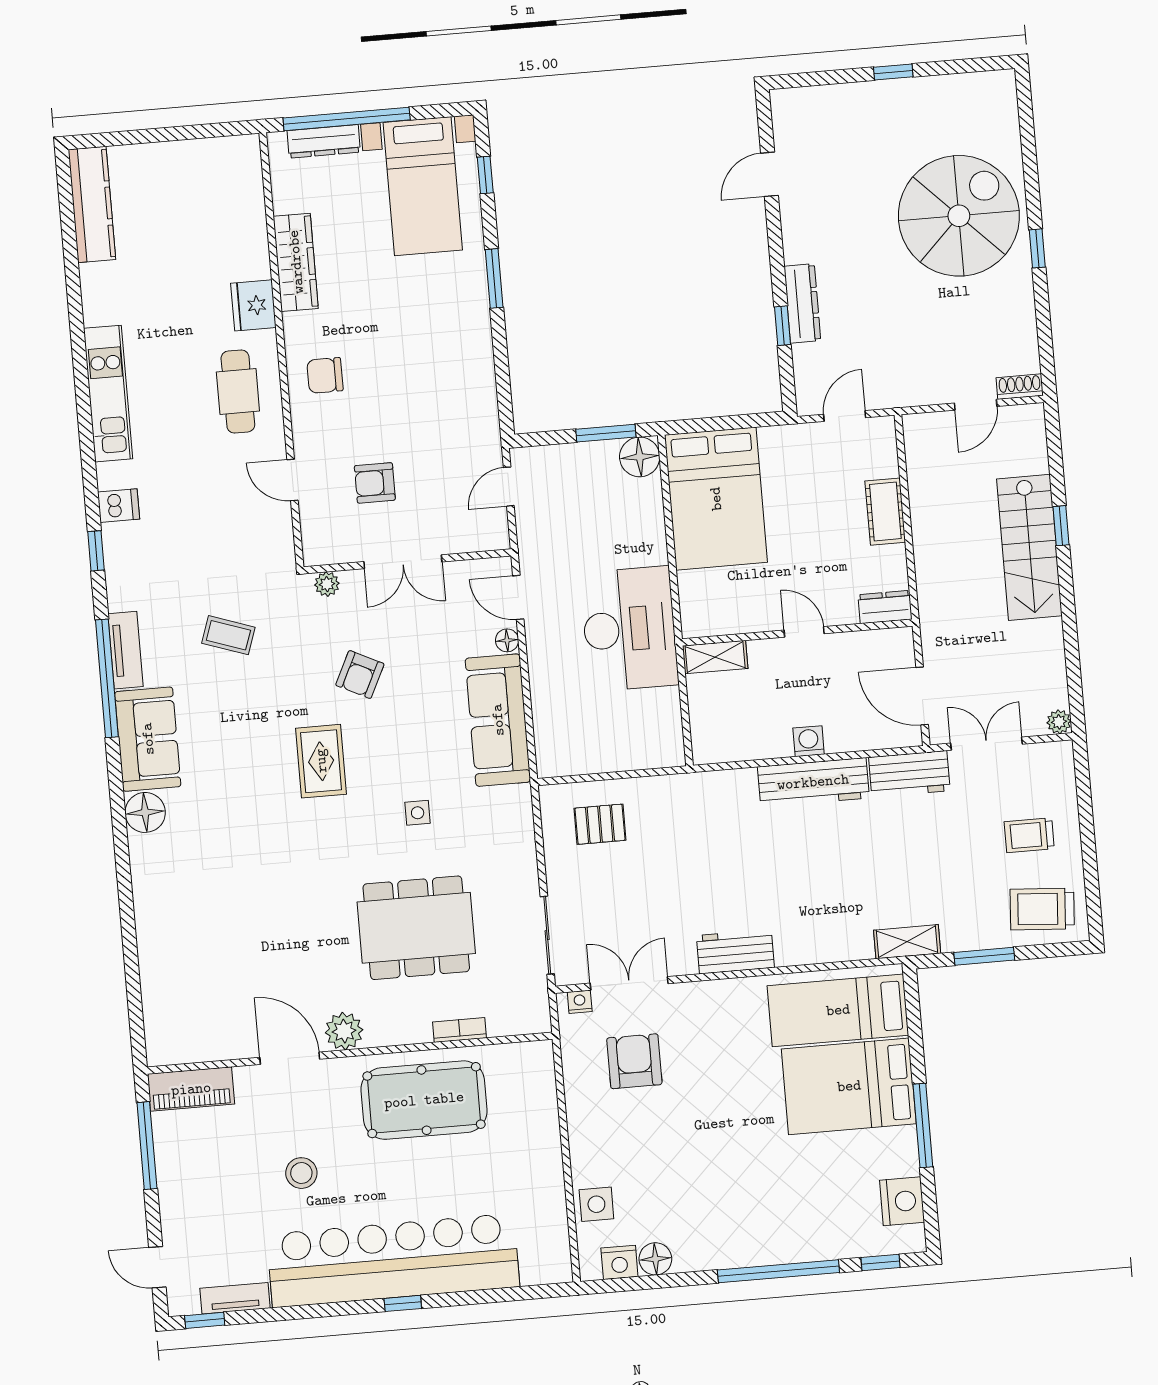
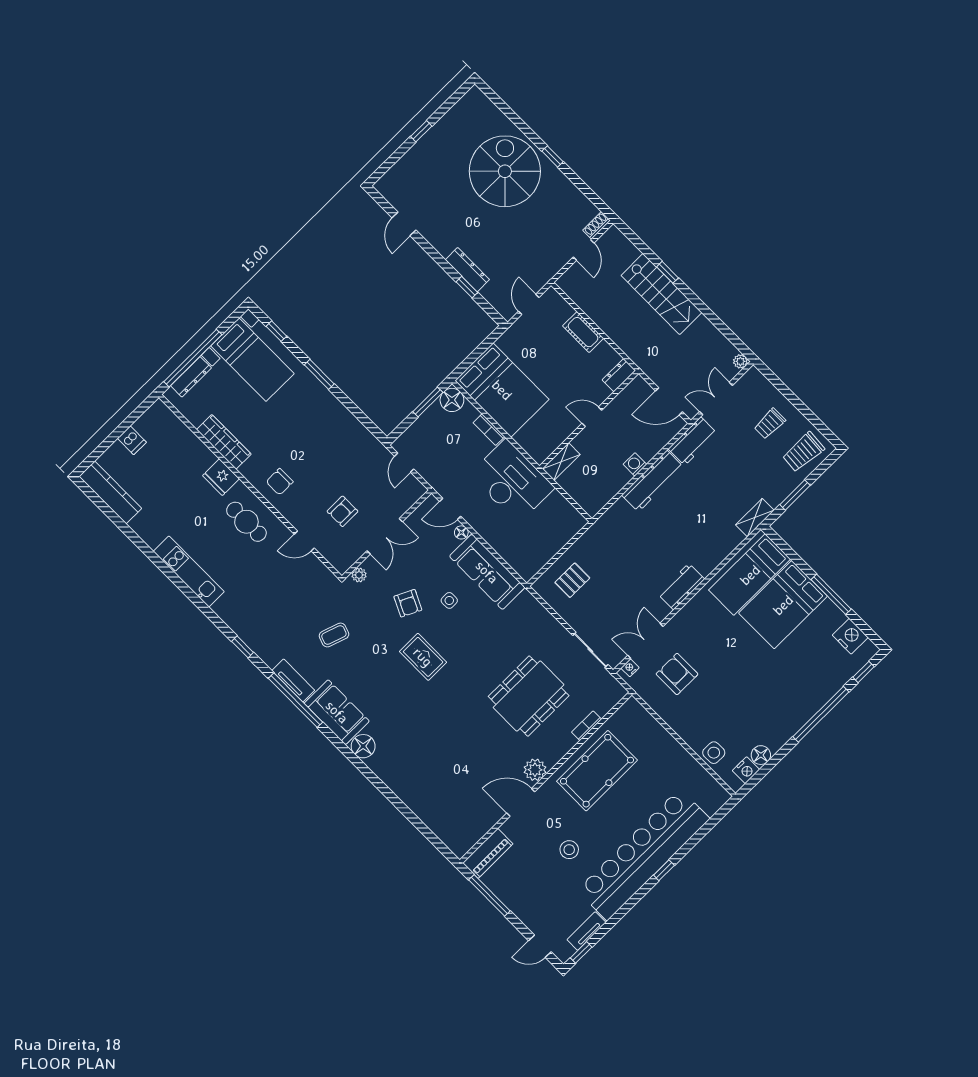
dishwasher: (119, 506) -> (132, 440), moved, turned 90
bookcase: (655, 536) -> (489, 430), added
side table: (418, 813) -> (449, 600), moved

